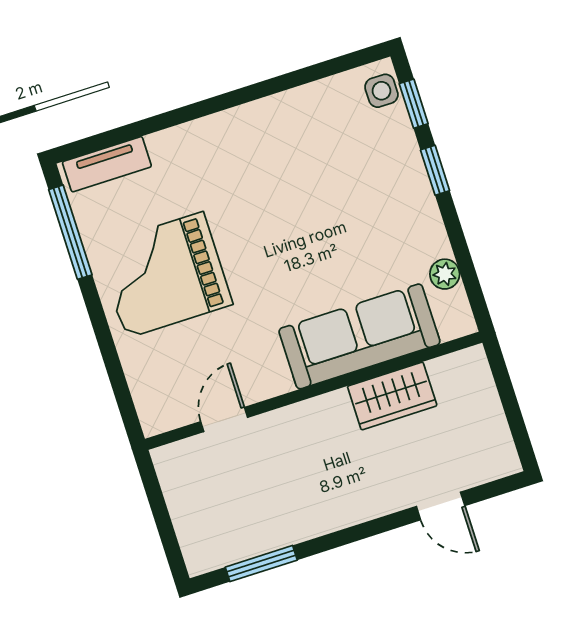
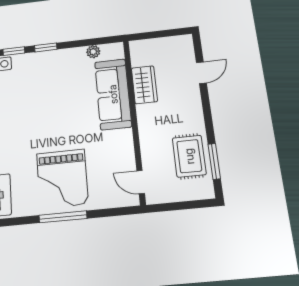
window: (70, 232) -> (63, 217), moved
door: (224, 420) -> (141, 182), moved
rug: (262, 514) -> (189, 156), added

